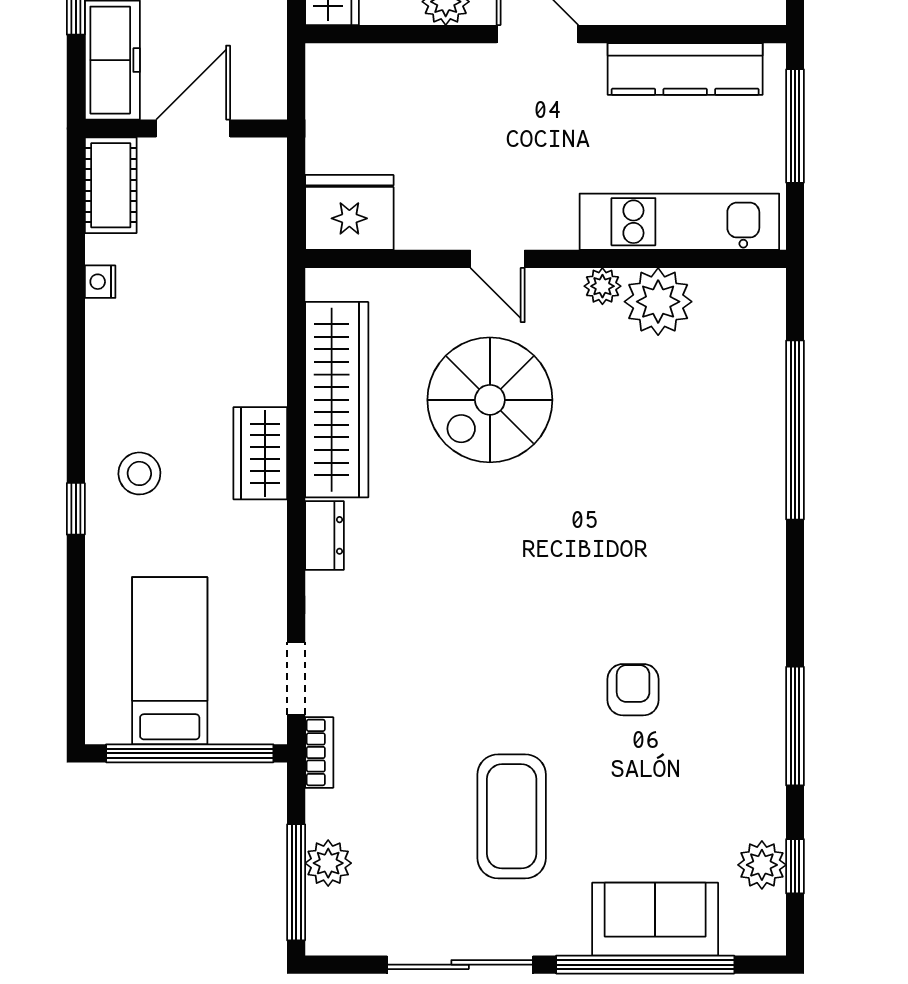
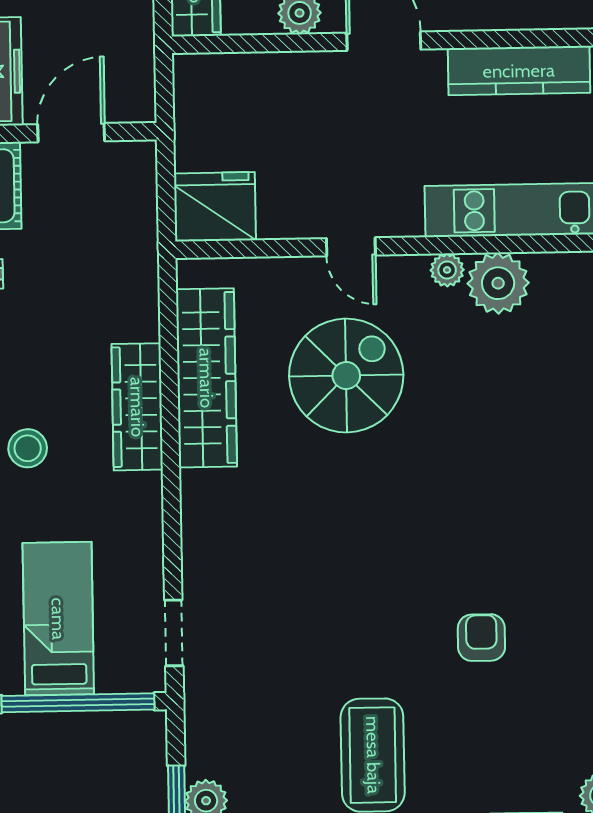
spiral stairs: (490, 400) -> (346, 376), turned 180
wardrobe: (260, 453) -> (137, 407), width x1.50
dresser: (324, 535) -> (197, 502), removed
bookcase: (319, 752) -> (196, 700), removed

